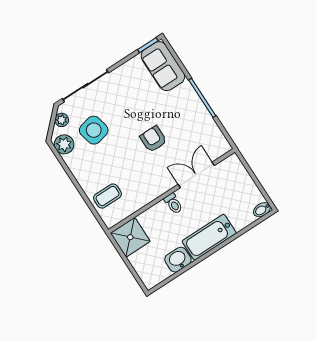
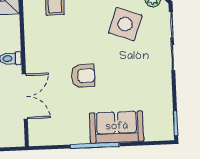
sofa: (163, 66) -> (117, 127), moved
side table: (94, 130) -> (125, 24), turned 33

